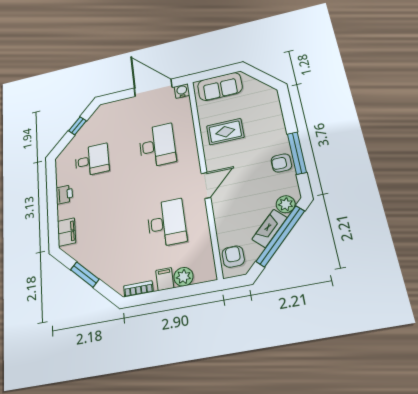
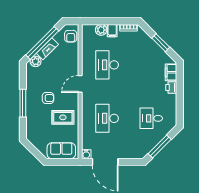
window: (77, 126) -> (160, 146), width x2.17
window: (297, 153) -> (23, 103), moved
armchair: (281, 163) -> (48, 98), moved
printer: (64, 195) -> (171, 88), moved

